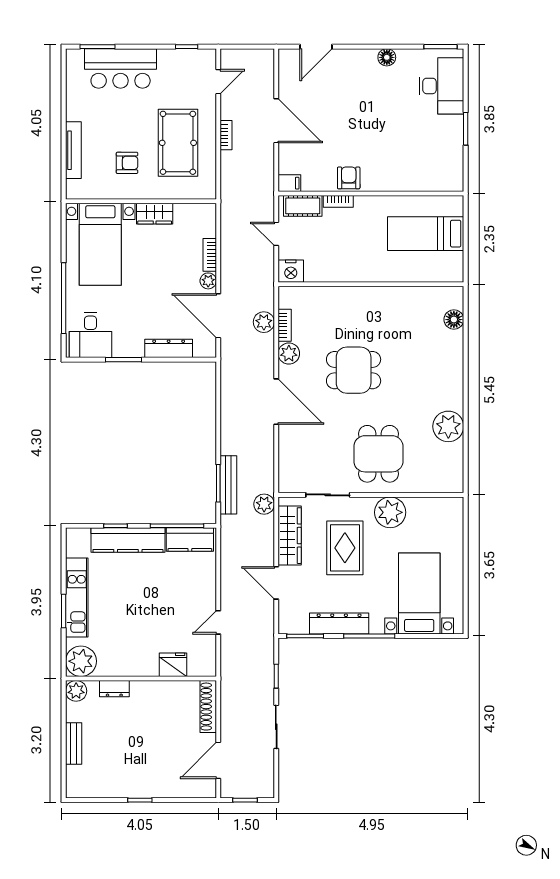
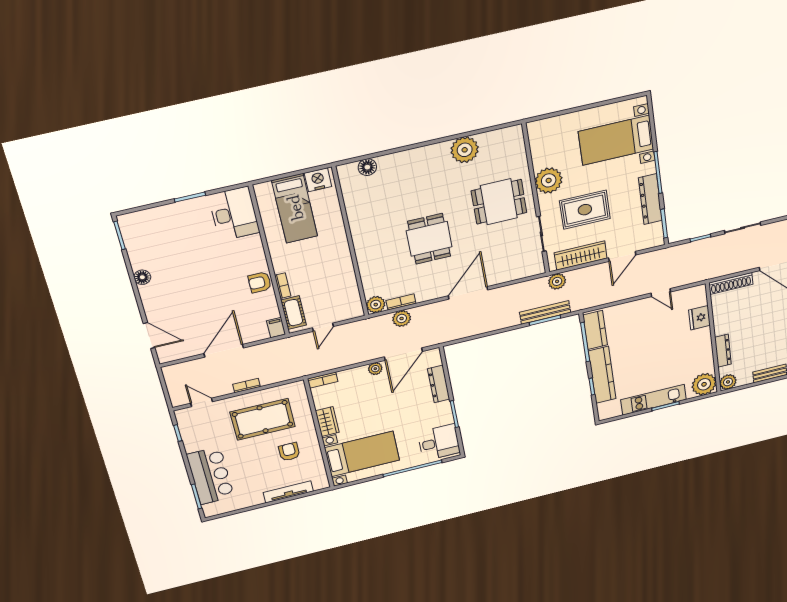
desk: (441, 86) -> (234, 214), moved, turned 90
bookcase: (210, 255) -> (323, 380), moved
nightstand: (291, 271) -> (318, 180), moved, turned -90
plant: (289, 354) -> (376, 305), moved
dresser: (114, 689) -> (723, 351), width x1.44

